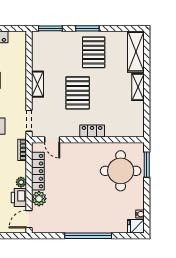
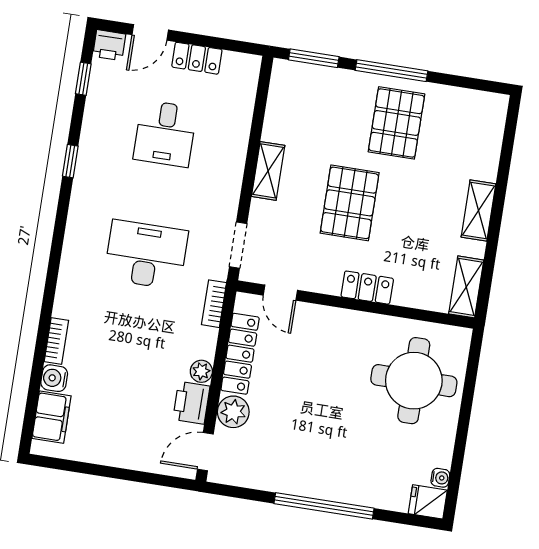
window: (87, 28) -> (391, 71), width x1.44
shelving: (136, 52) -> (466, 287), moved, width x0.67, depth x0.75
window: (147, 165) -> (471, 376), removed

